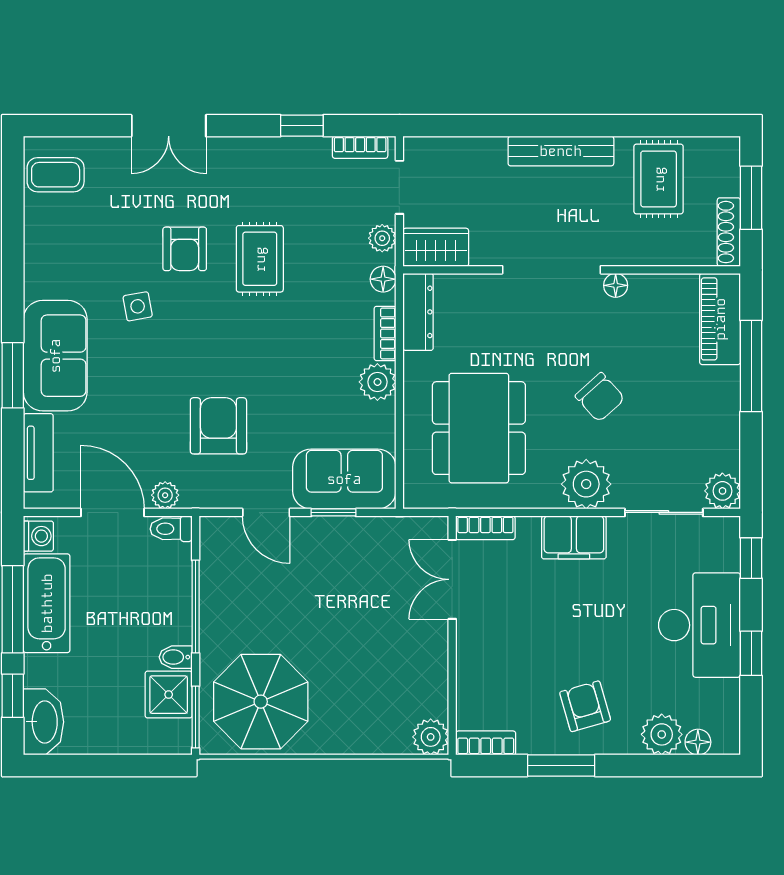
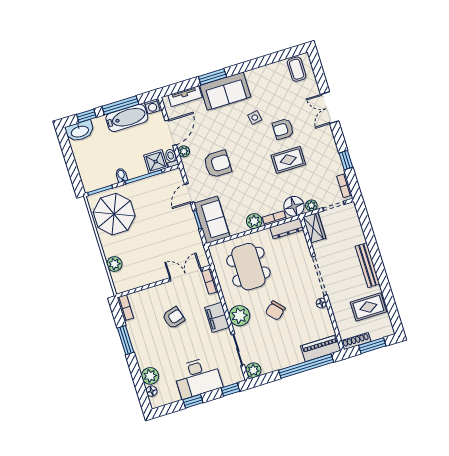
floor lamp: (383, 279) -> (294, 206), width x1.89, depth x1.89
window: (751, 366) -> (306, 366), width x1.46
dining table: (479, 428) -> (248, 267), turned 90
shower: (169, 695) -> (156, 162), moved
armchair: (585, 706) -> (174, 318), moved
plant: (431, 737) -> (114, 264), moved

